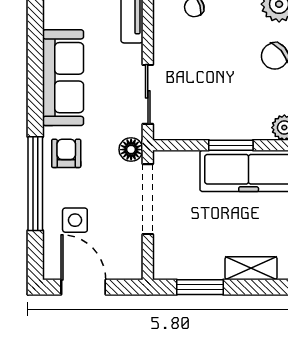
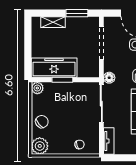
sliding door: (148, 94) -> (101, 104), width x1.37
doorway: (148, 199) -> (101, 43), moved

